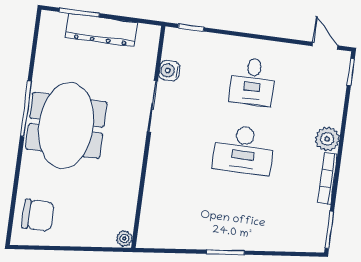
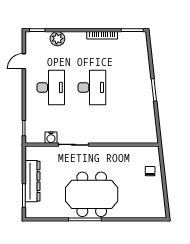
door: (325, 46) -> (24, 61), moved
desk: (253, 82) -> (51, 87), width x1.37
plant: (327, 139) -> (57, 39), moved
chair: (38, 215) -> (150, 171), moved, width x0.54, depth x0.54
plant: (124, 238) -> (154, 151), removed

